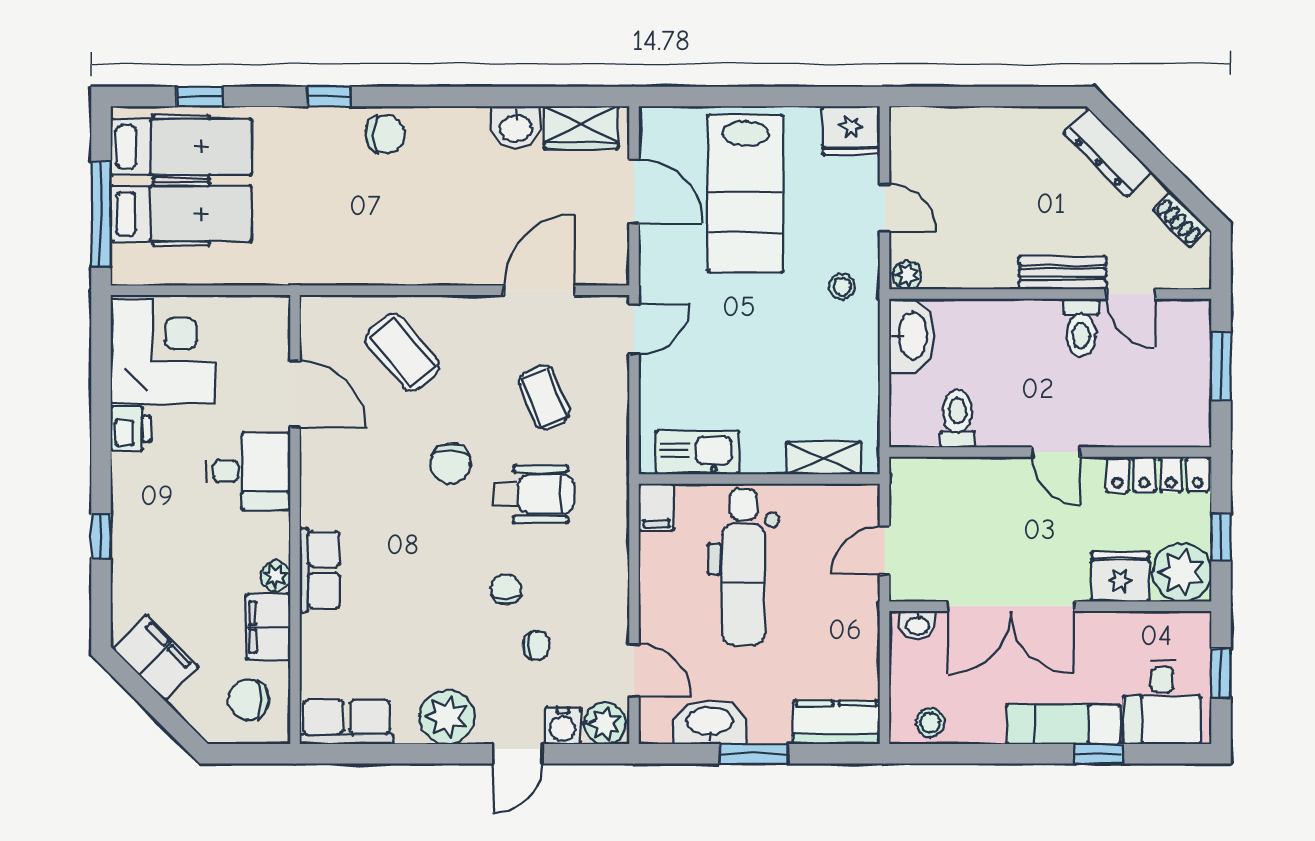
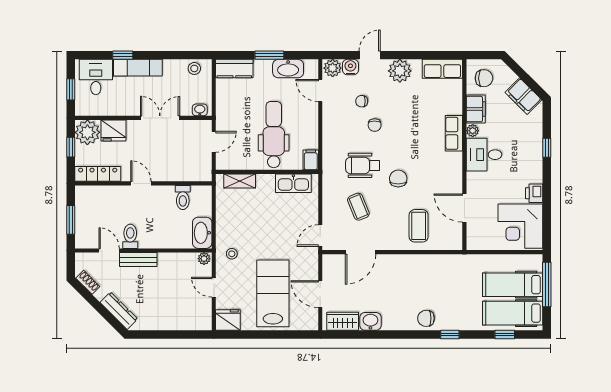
coffee table: (403, 352) -> (419, 226), turned 40
desk: (249, 471) -> (484, 155), moved
double door: (1011, 606) -> (160, 118), width x0.73

